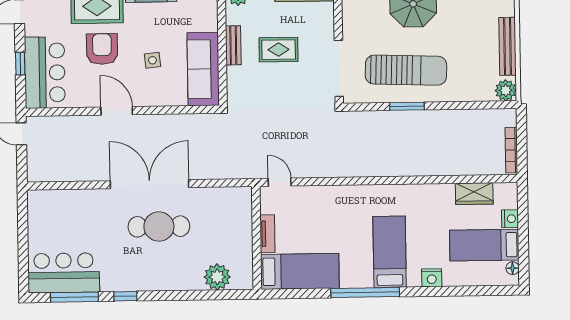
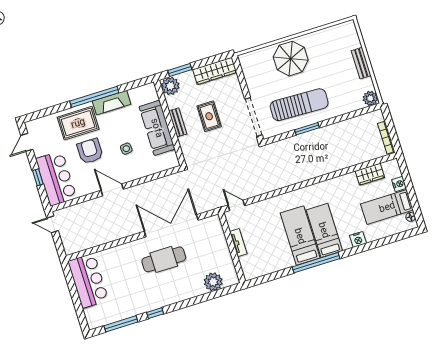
bench: (508, 46) -> (361, 63), width x0.73
rug: (279, 50) -> (209, 116), turned 90
sofa: (203, 69) -> (157, 128), moved
double door: (150, 184) -> (171, 226), moved
bed: (300, 271) -> (300, 236), moved, turned -90
bar counter: (64, 273) -> (88, 281), moved, turned 90

